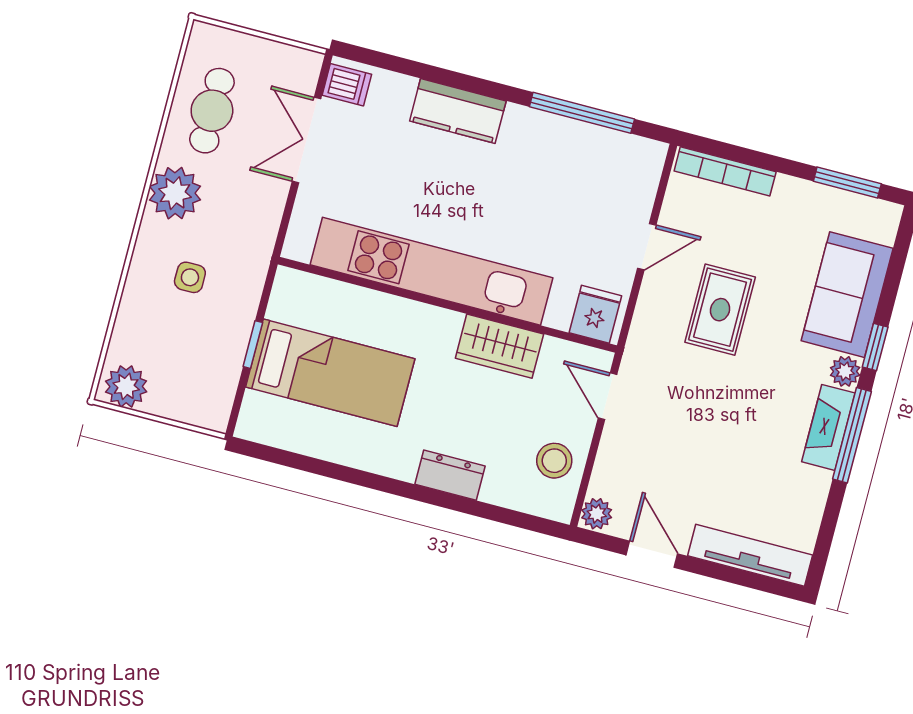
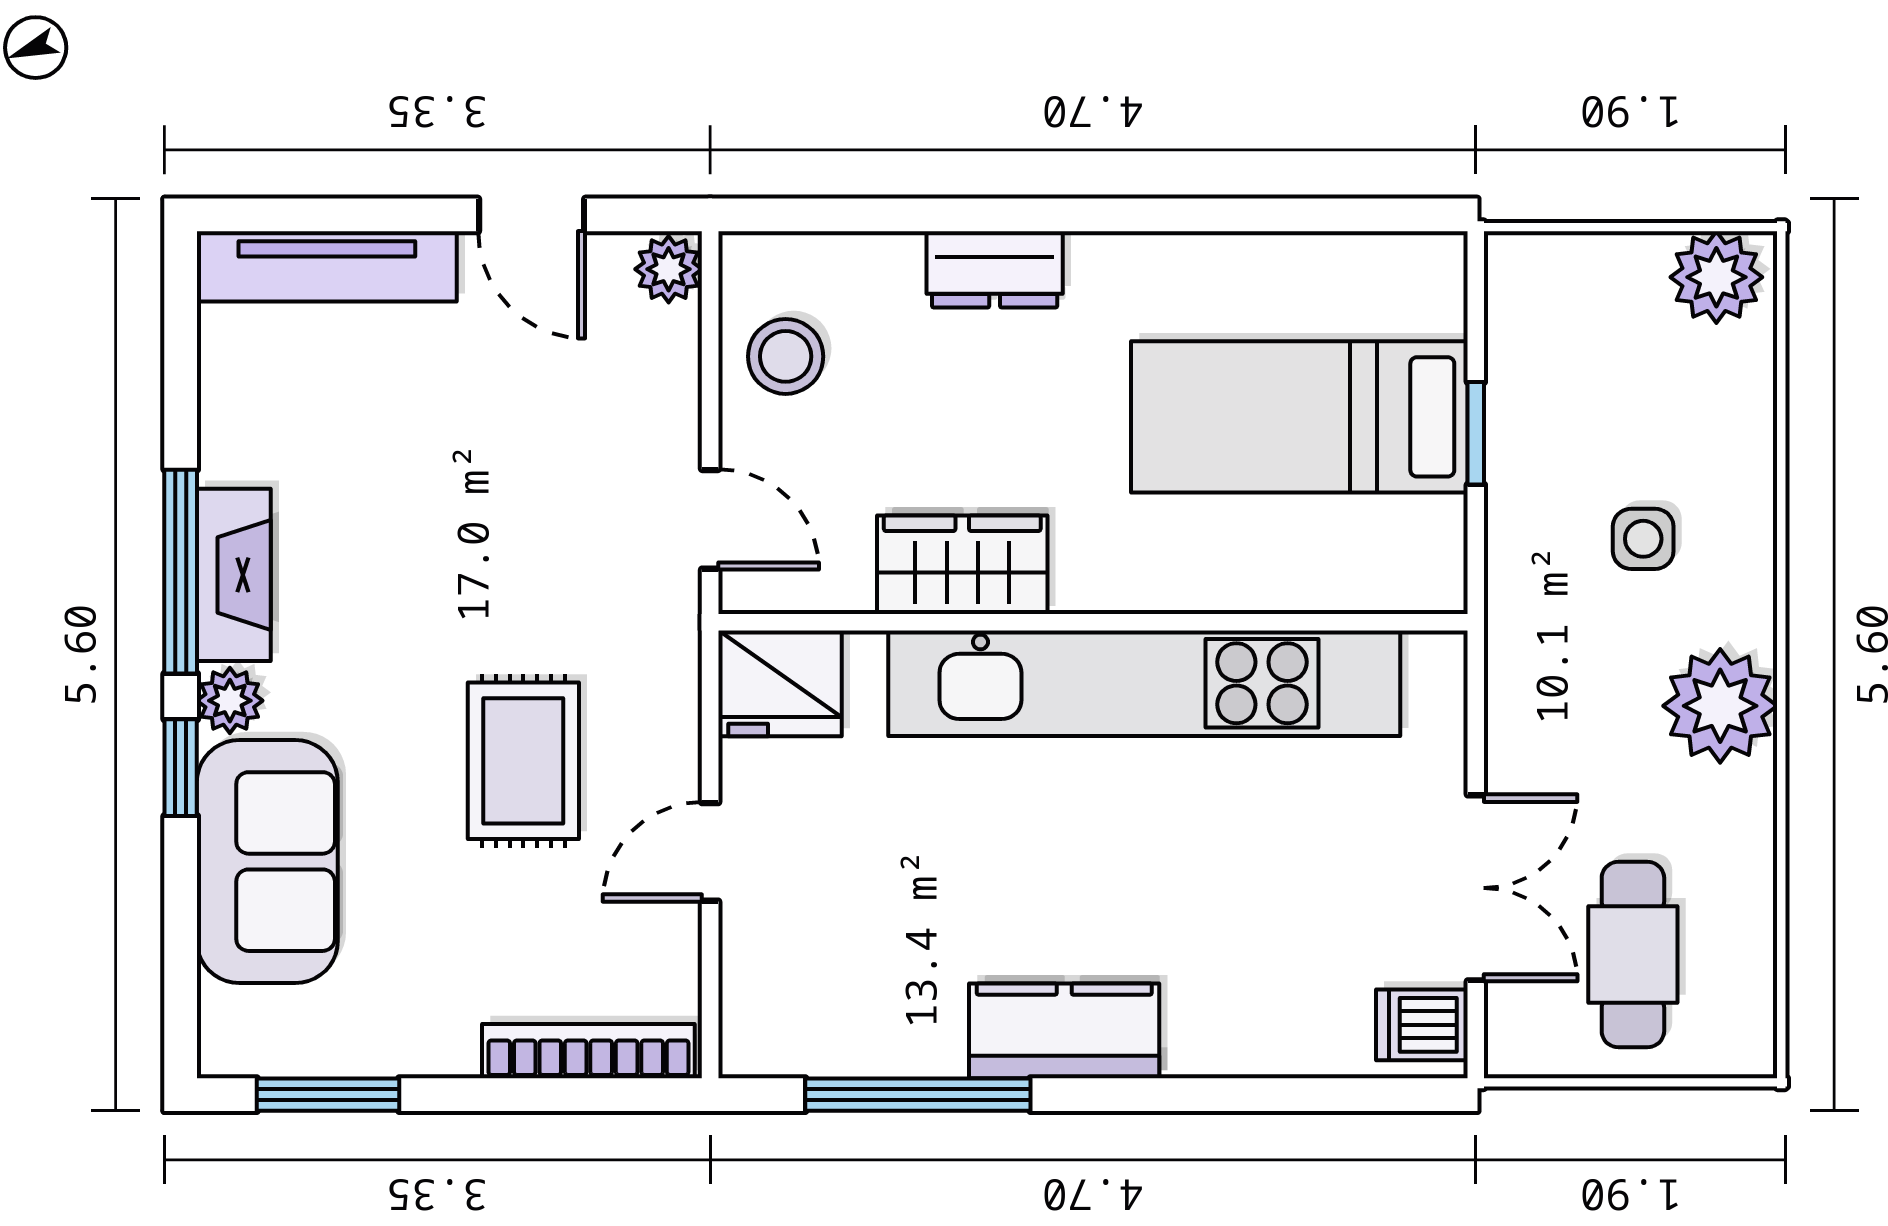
cafe table: (212, 111) -> (1633, 955), moved
kitchen counter: (458, 111) -> (1064, 1031), moved
fridge: (595, 314) -> (780, 683), width x1.38

